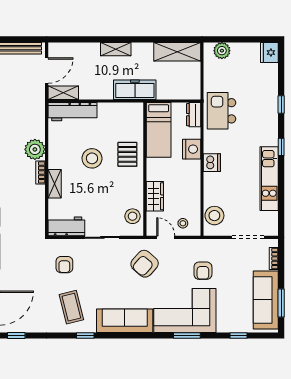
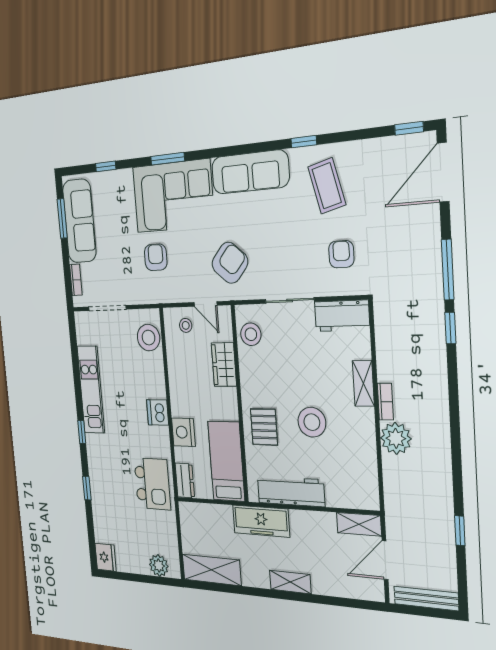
workbench: (72, 112) -> (291, 491), moved

